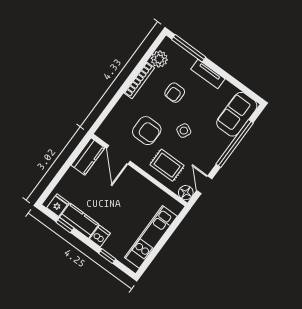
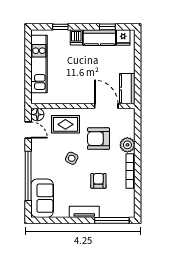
plant: (159, 59) -> (127, 145), moved

